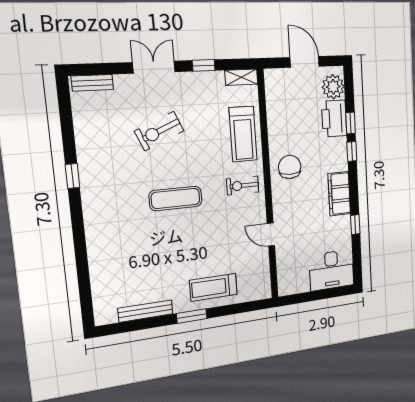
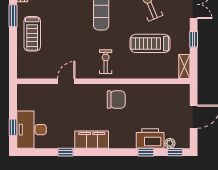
plant: (333, 87) -> (170, 143), width x0.53, depth x0.53
treadmill: (243, 134) -> (150, 43), moved
window: (352, 151) -> (175, 152), moved
treadmill: (214, 287) -> (32, 34), turned 180
window: (330, 293) -> (13, 127), added

